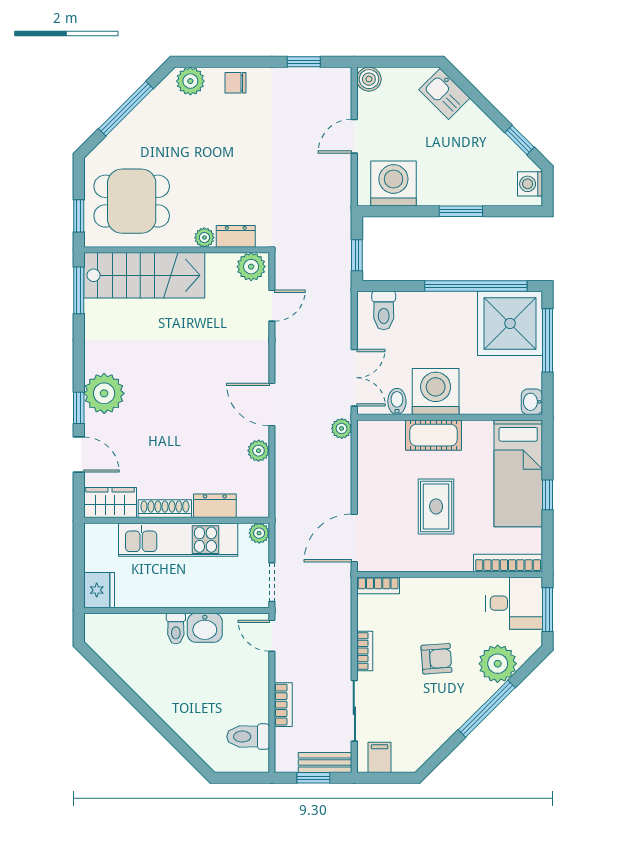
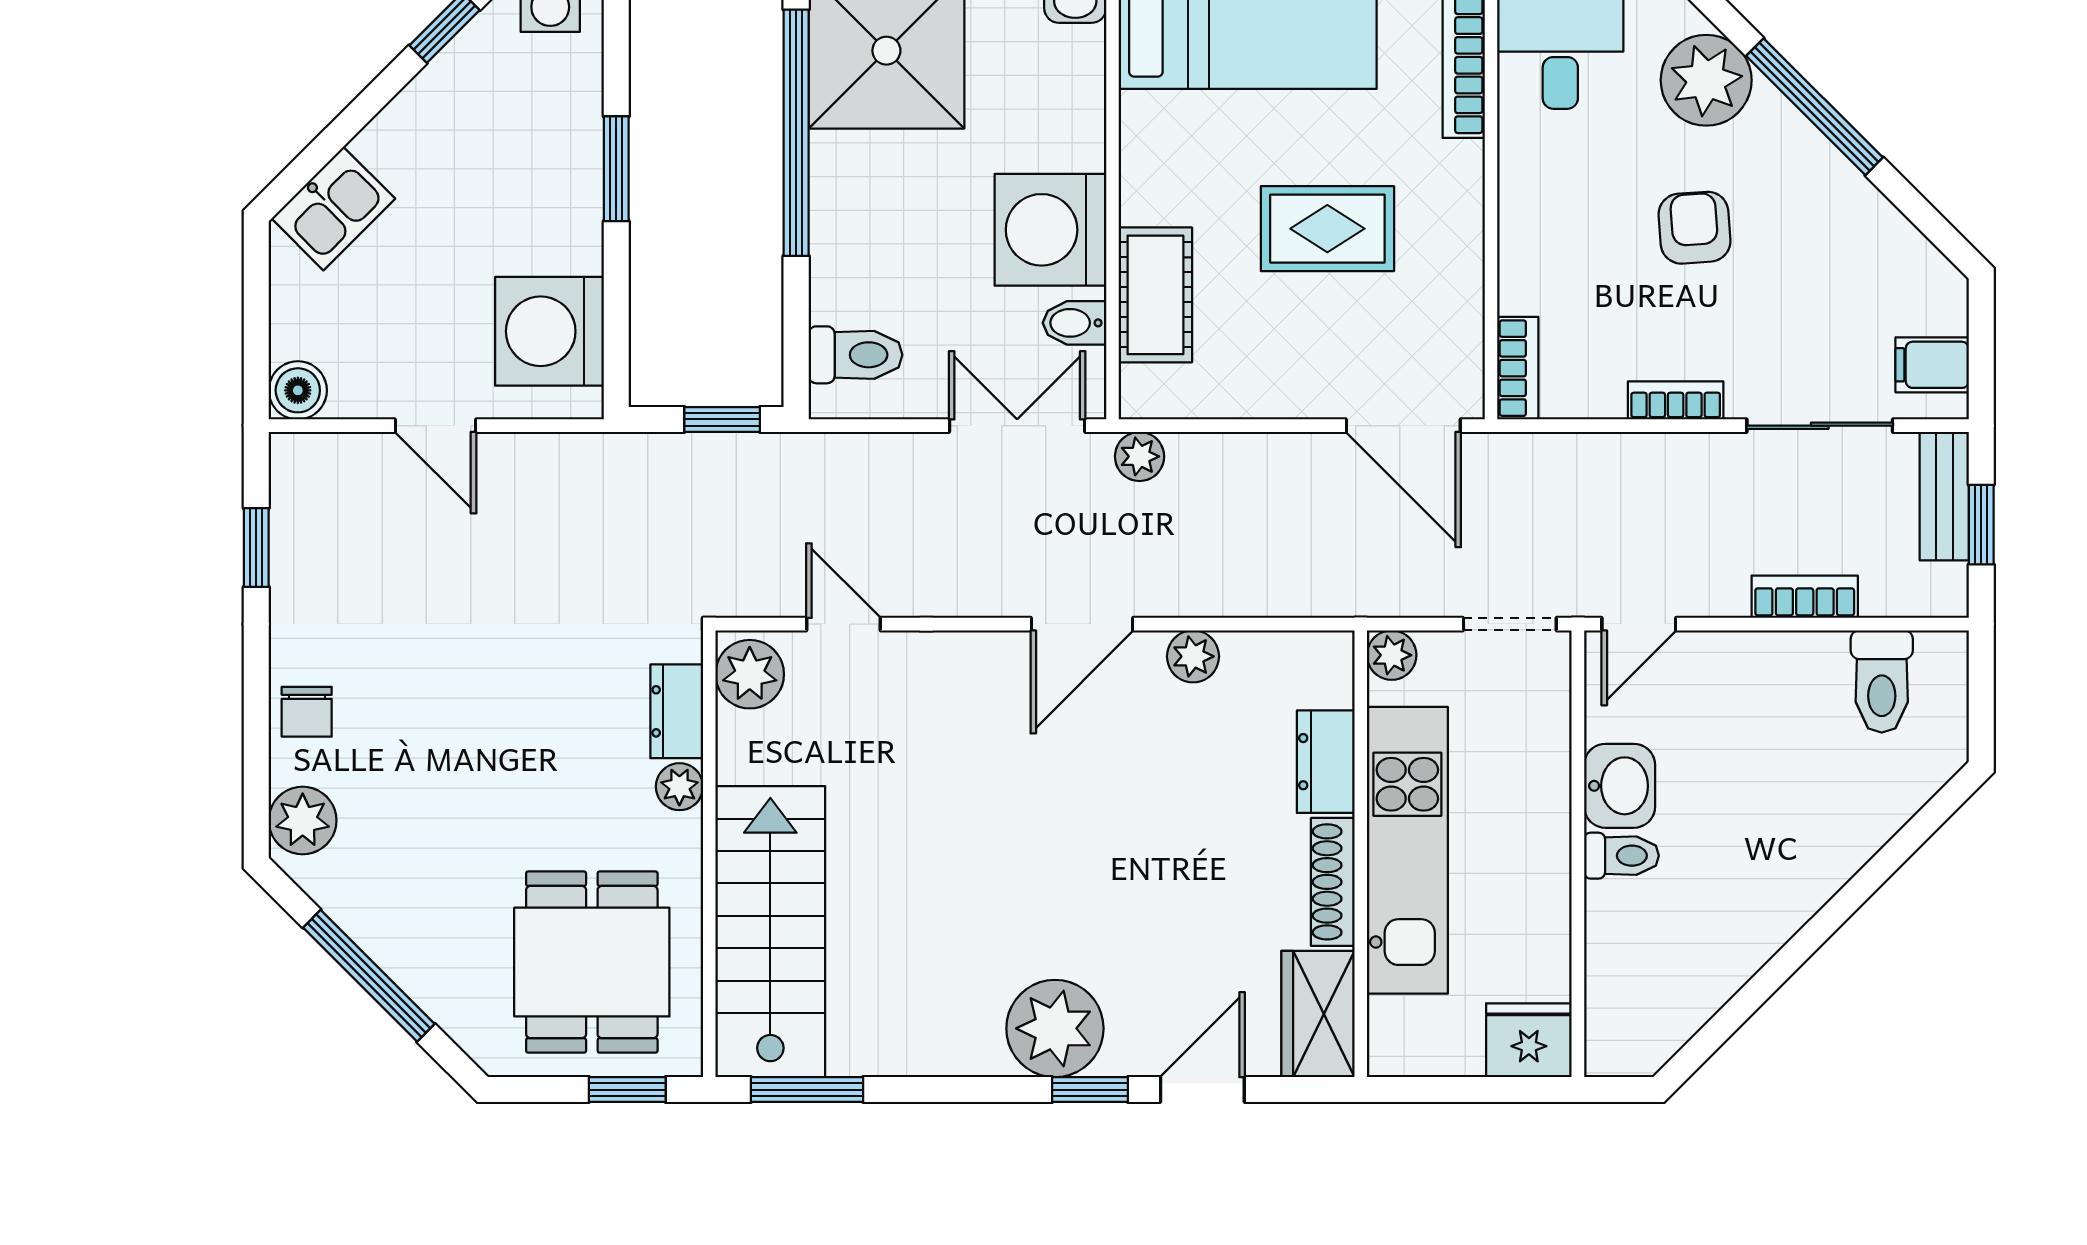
cot: (434, 435) -> (1155, 295), moved

